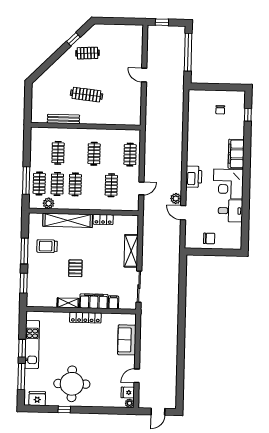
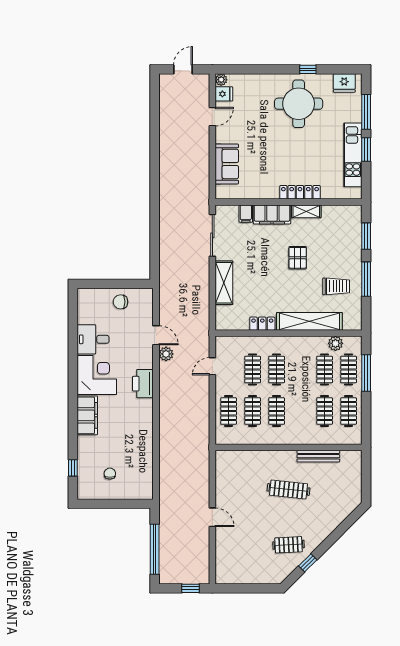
clothes rail: (40, 152) -> (349, 411), added
clothes rail: (112, 154) -> (253, 411), added
clothes rail: (75, 184) -> (277, 370), moved
locker: (85, 318) -> (300, 192), moved

